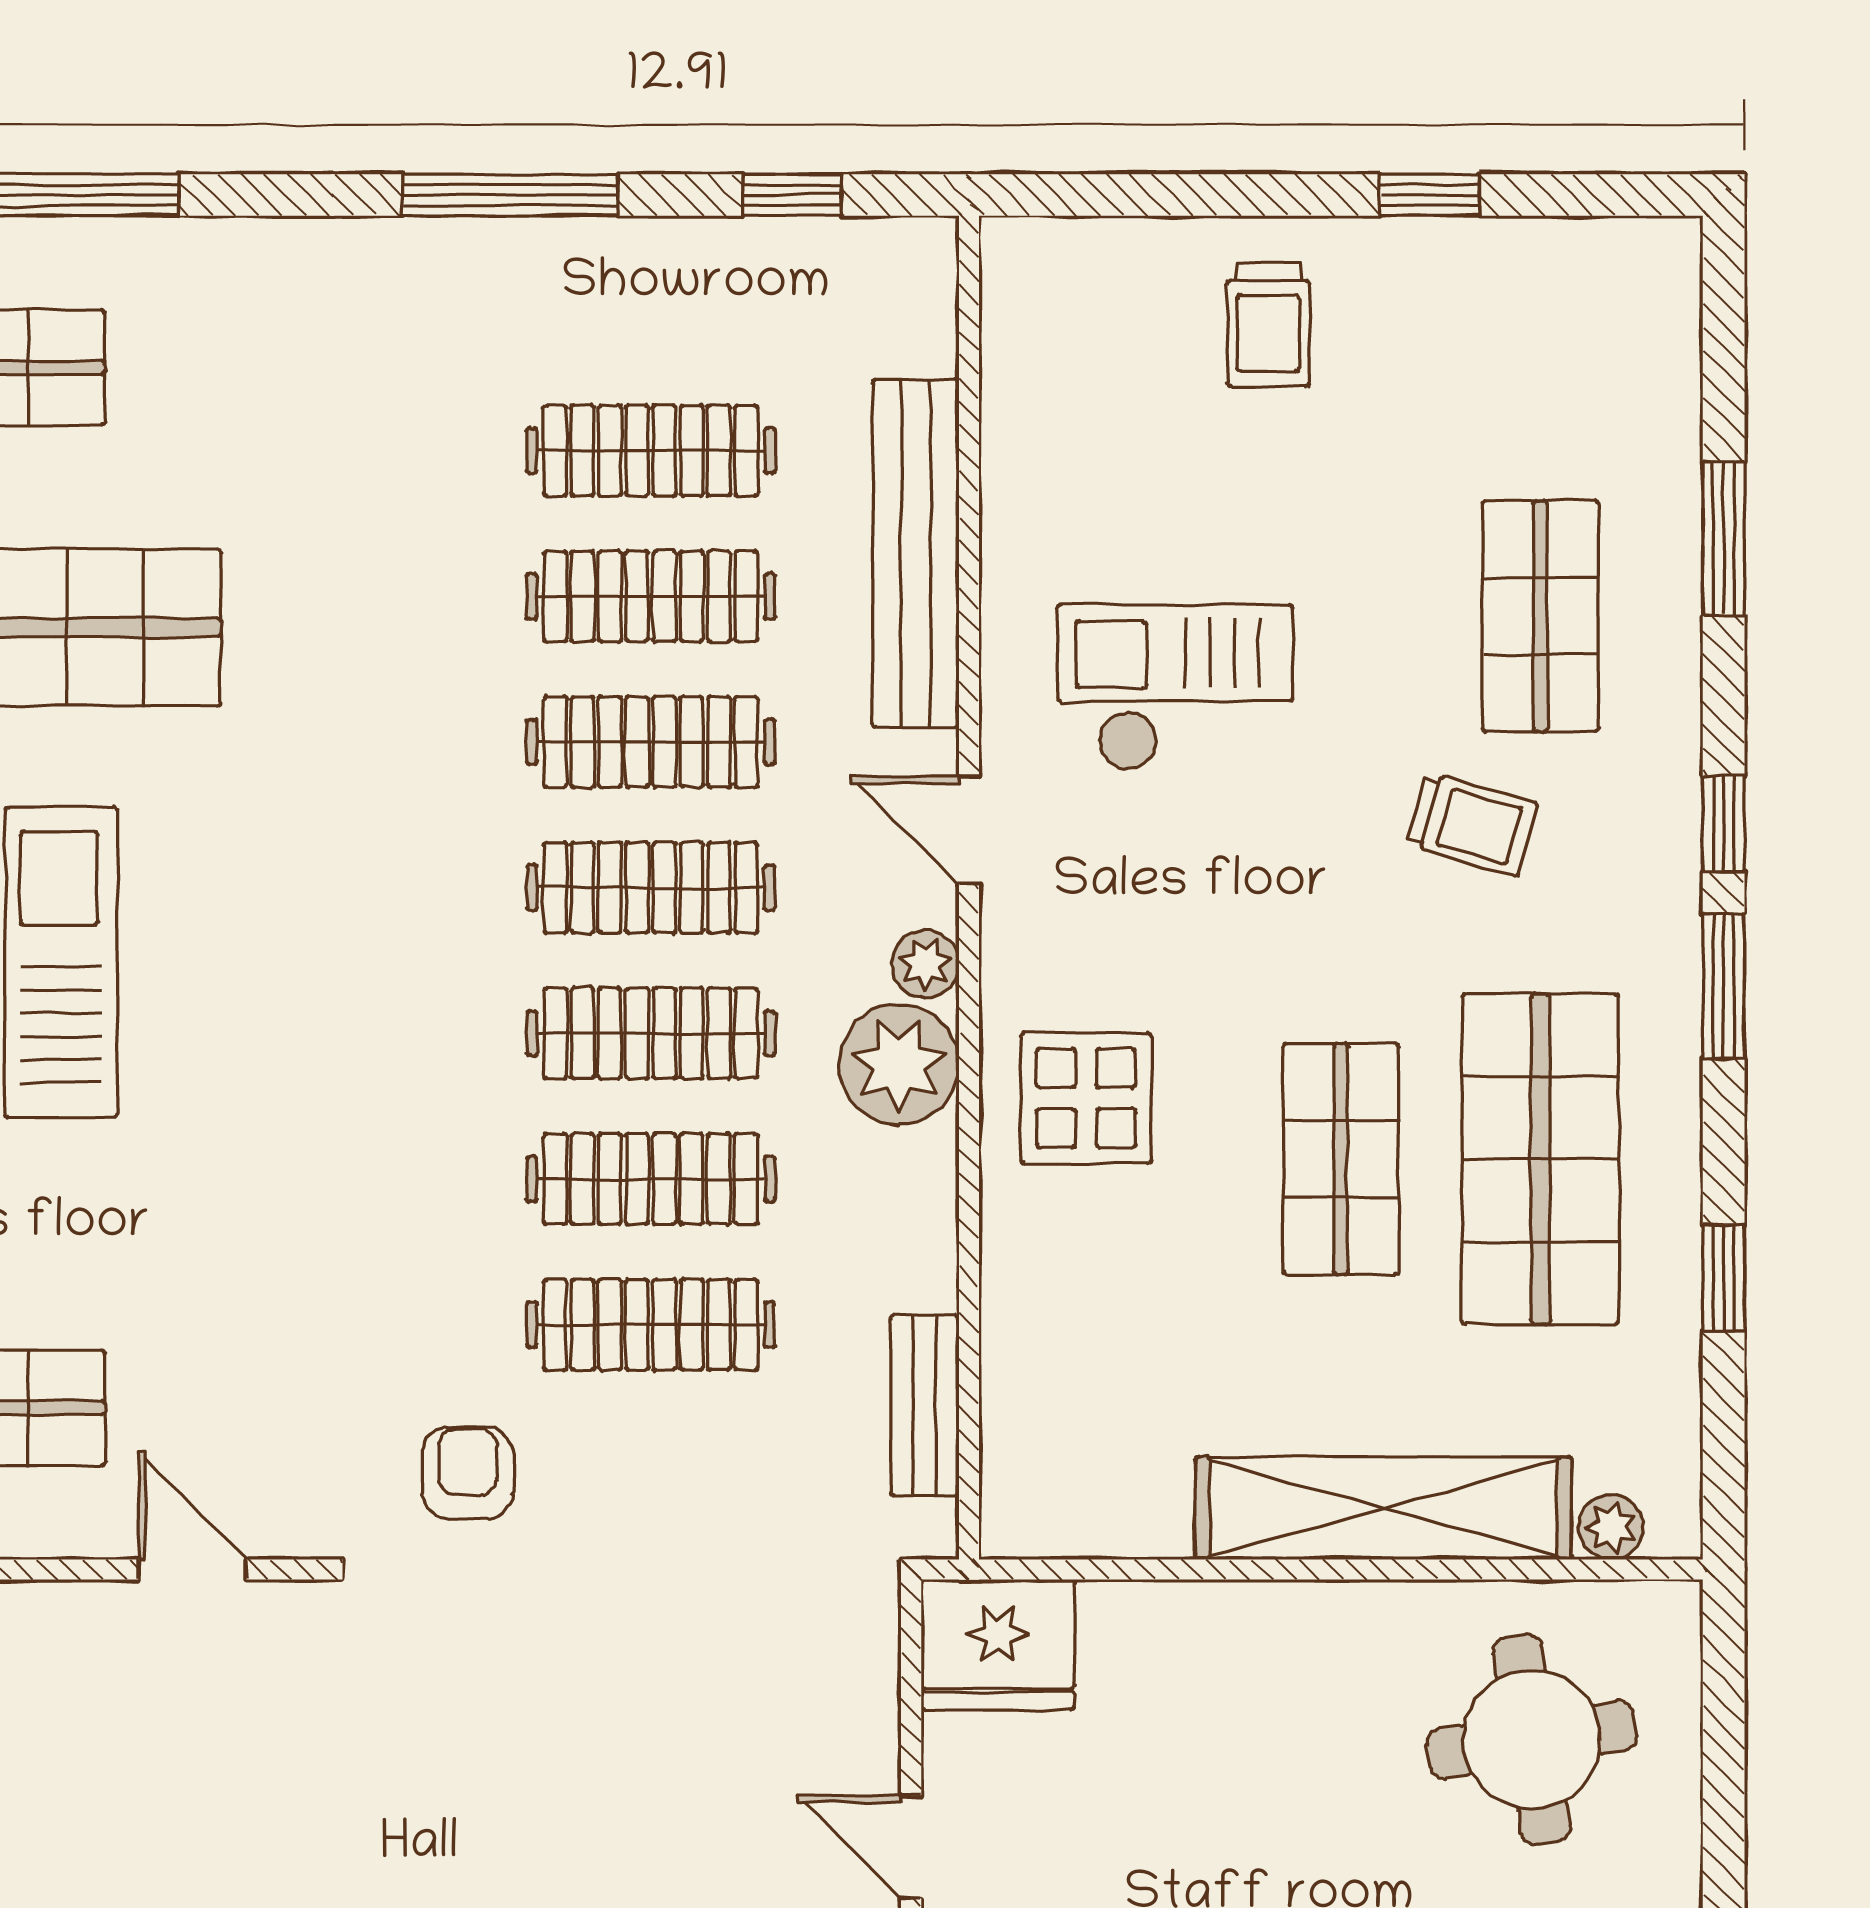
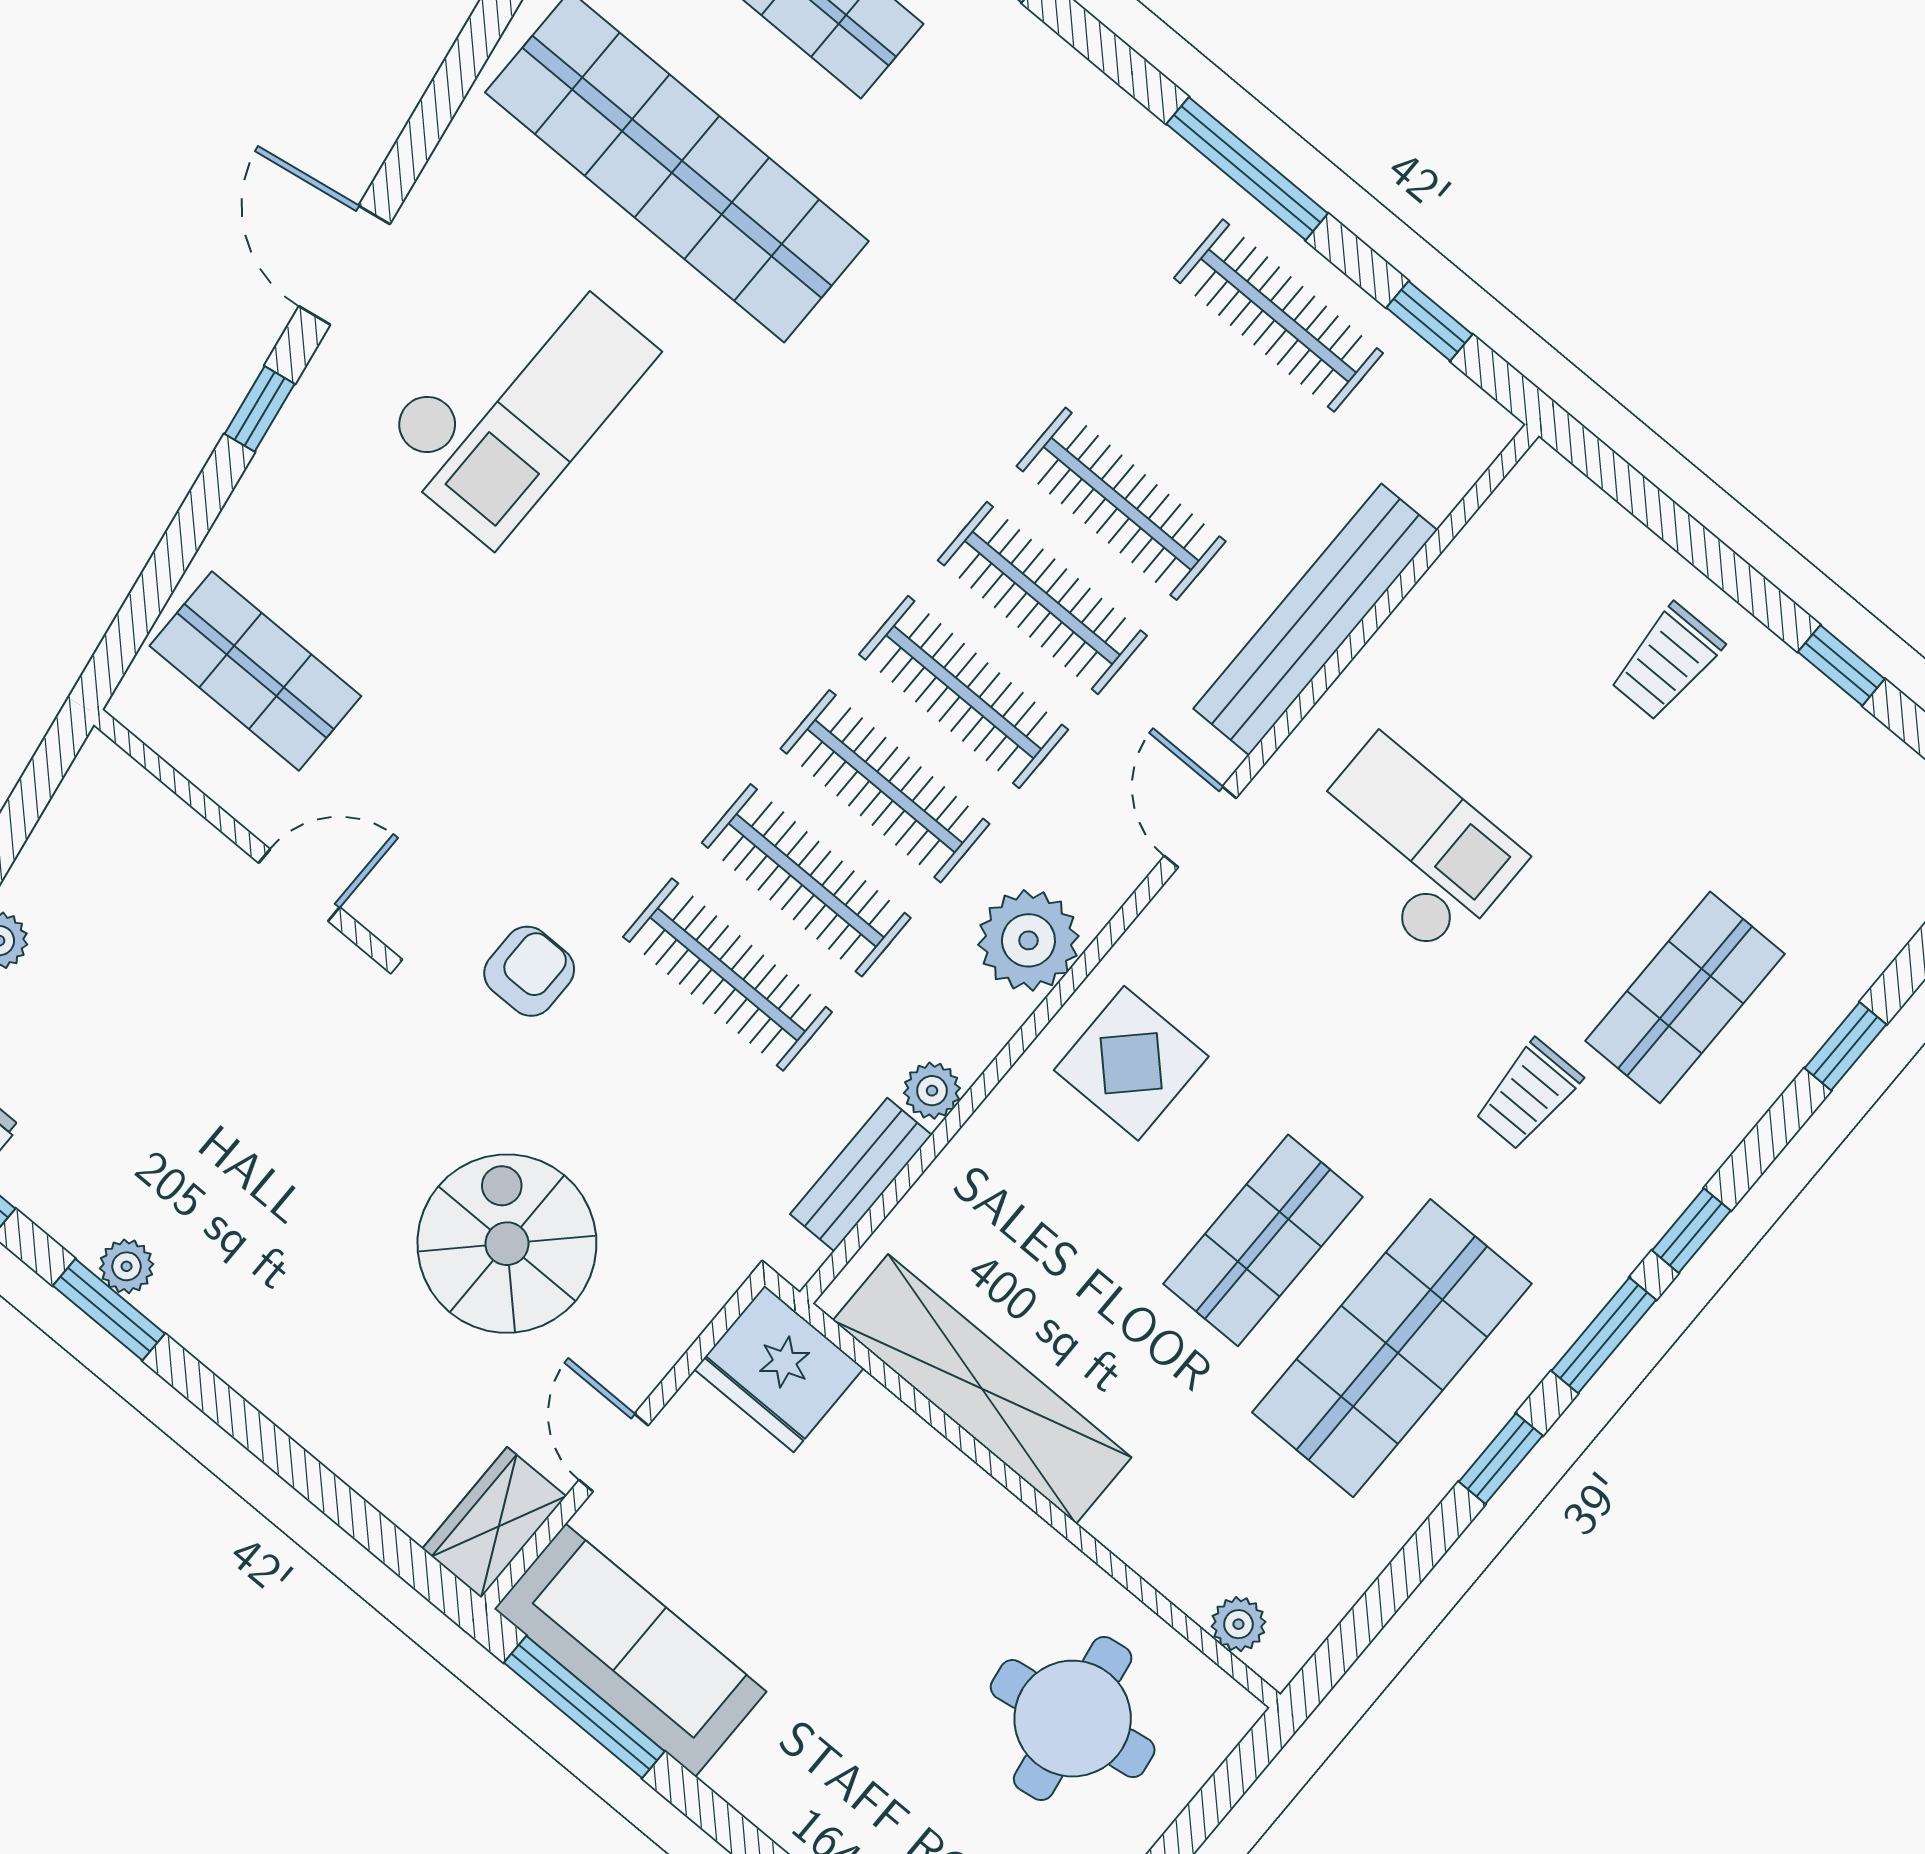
clothes rail: (651, 451) -> (1278, 316), moved
window: (1724, 539) -> (1845, 1046), width x0.67
trolley: (1472, 824) -> (1528, 1095), turned 74
plant: (925, 964) -> (932, 1091), moved
window: (1724, 1278) -> (1501, 1459), moved
shelving: (1384, 1508) -> (982, 1389), moved
door: (192, 1570) -> (299, 885), hinge flipped
spiral stairs: (655, 1738) -> (507, 1244), added

